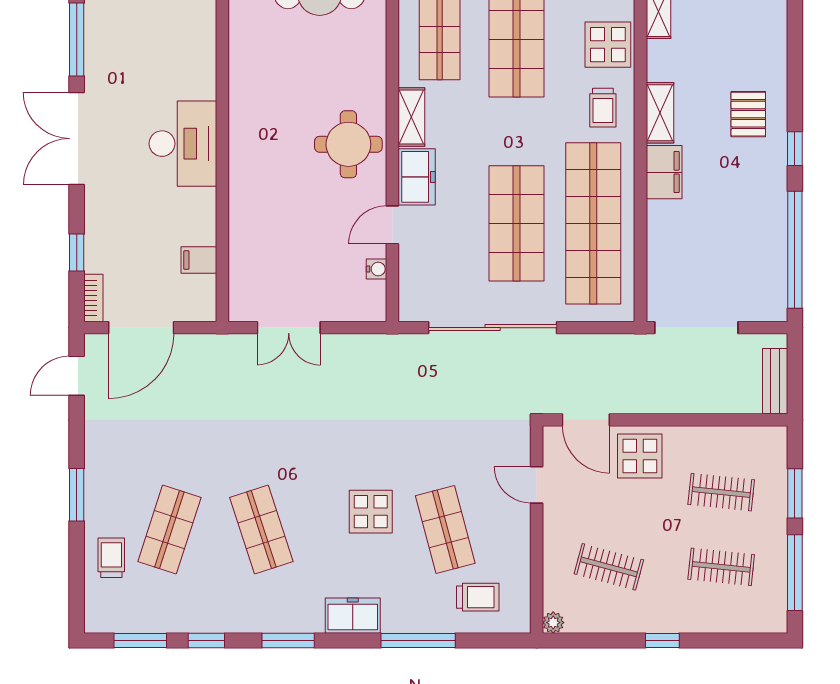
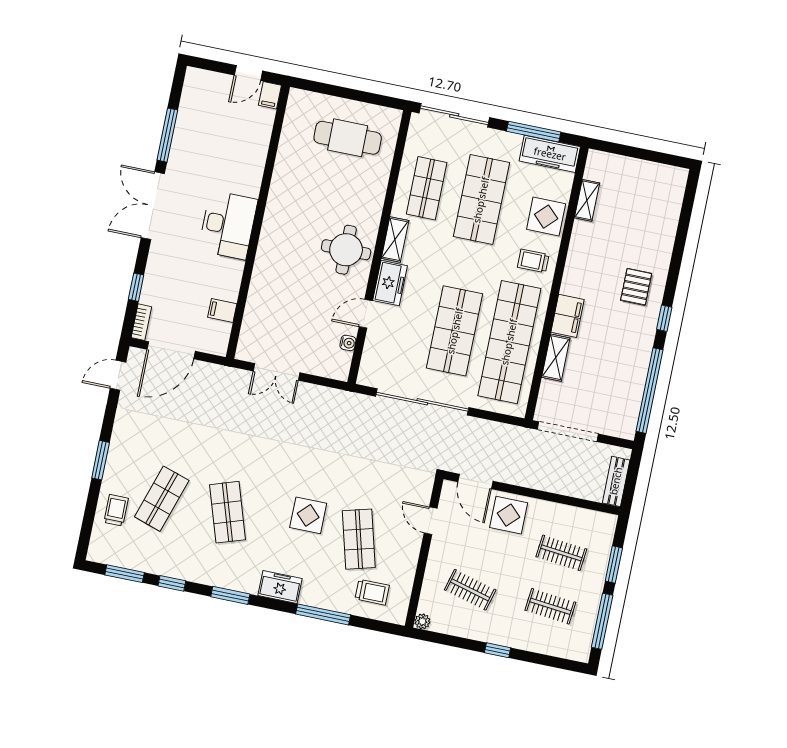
trolley: (603, 108) -> (533, 261), turned 90
shelving: (660, 113) -> (556, 358), moved

